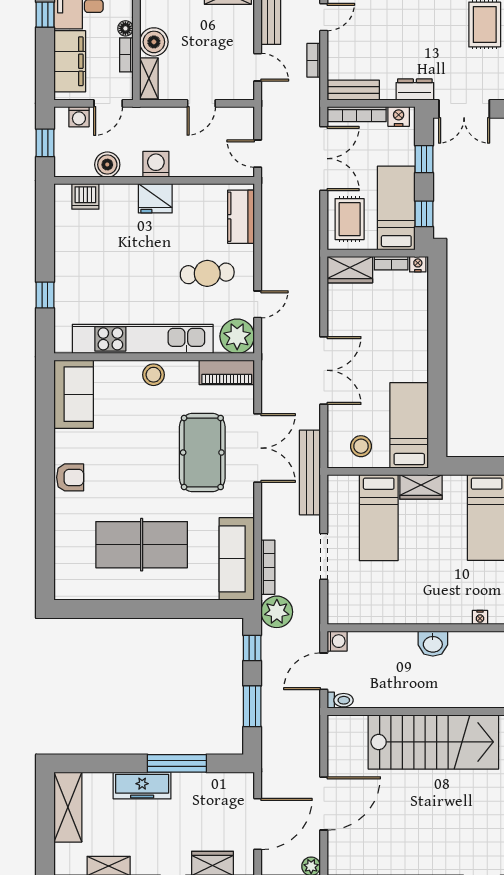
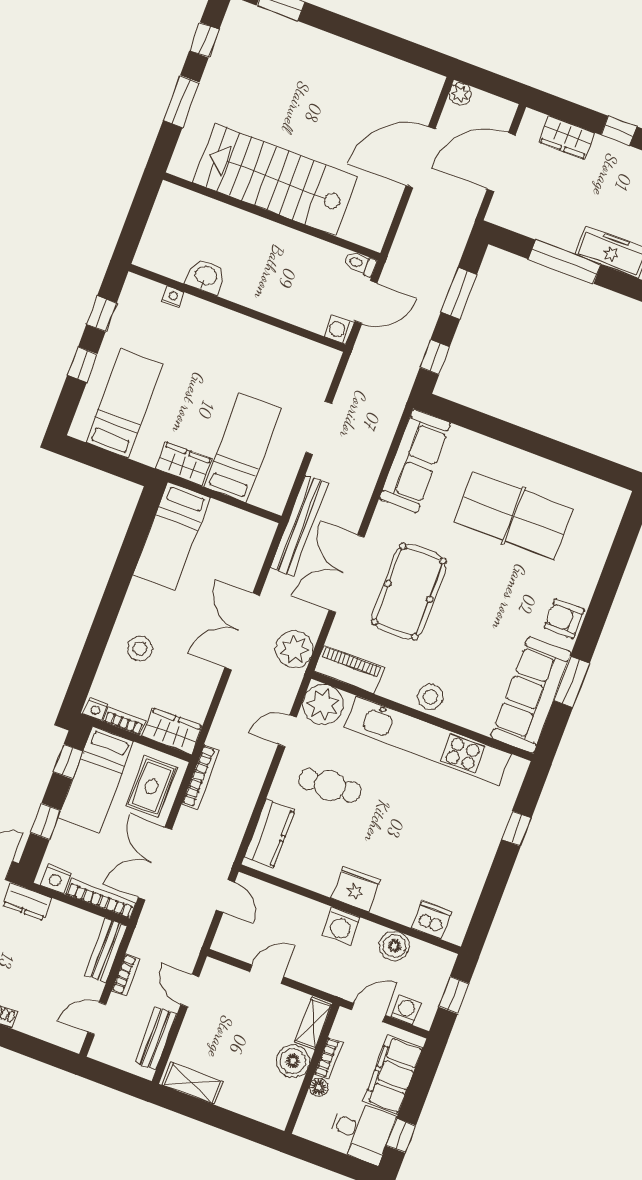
bench: (354, 90) -> (106, 950), moved, turned 90
sofa: (74, 394) -> (531, 695), width x1.36
window: (45, 429) -> (572, 682), added
stool: (361, 446) -> (140, 649), moved
bookcase: (268, 567) -> (200, 777), moved, turned 180
plant: (277, 612) -> (294, 649), moved
washbasin: (433, 644) -> (206, 276), moved

